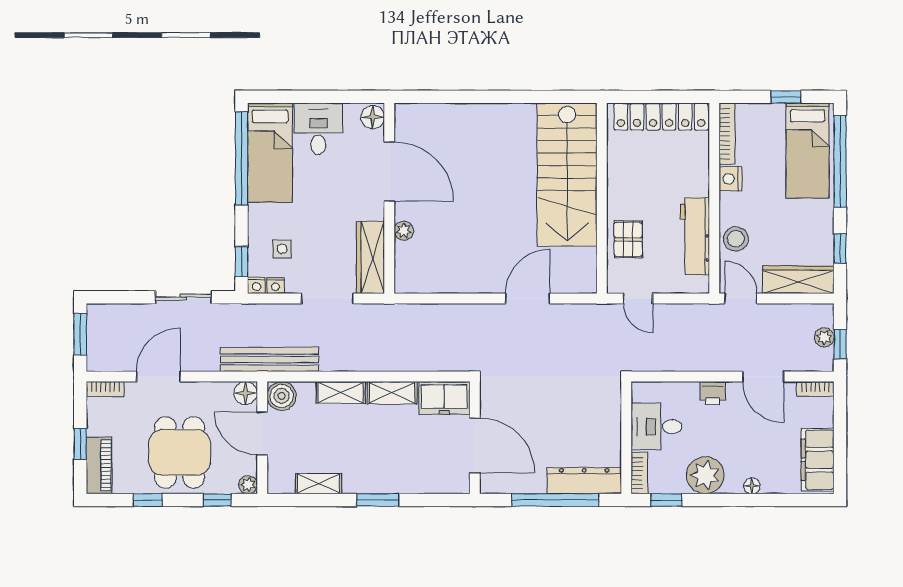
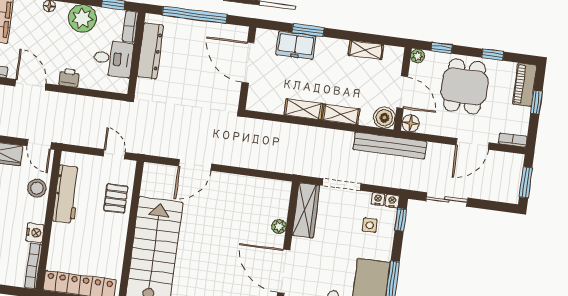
freezer: (444, 398) -> (296, 45), moved, turned 180
dresser: (584, 481) -> (150, 51), moved, turned -90
window: (378, 500) -> (308, 30), moved

